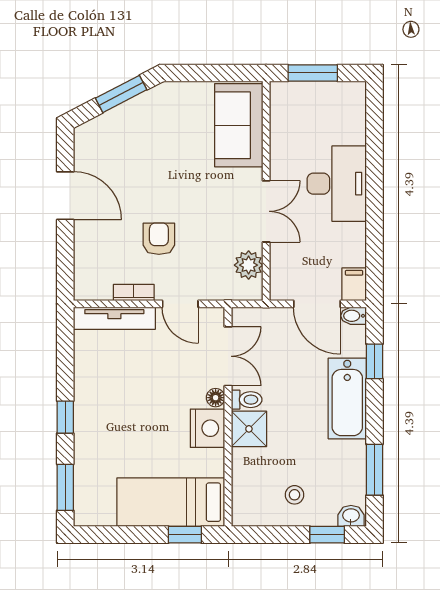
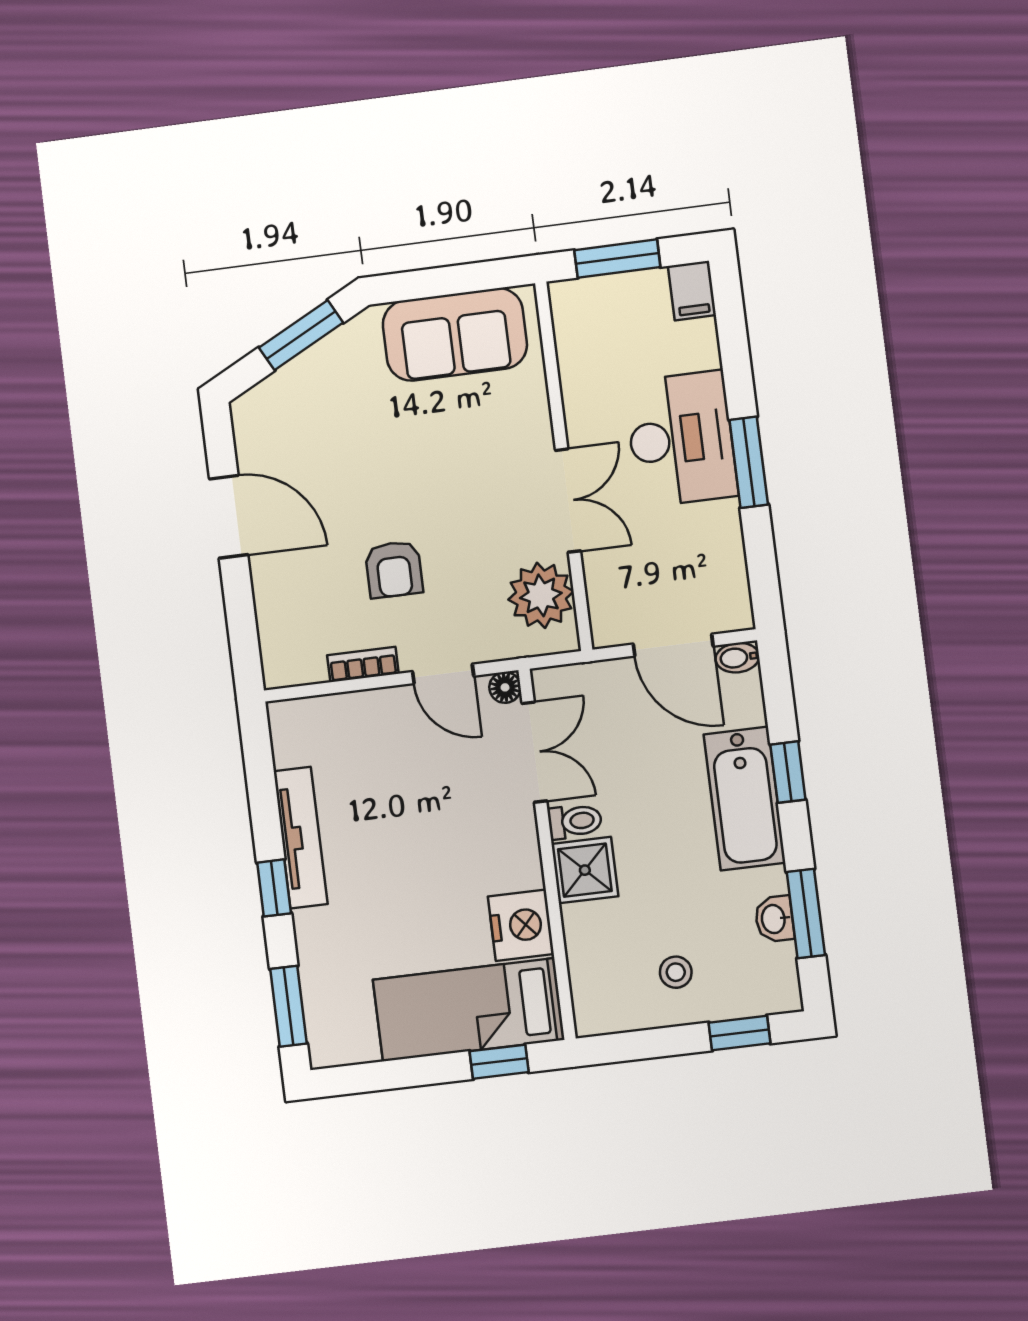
sofa: (239, 125) -> (455, 334), moved, turned -90
window: (374, 202) -> (749, 462), added
armchair: (159, 239) -> (394, 569), turned 180
plant: (249, 265) -> (541, 595), width x1.36, depth x1.36
filing cabinet: (354, 284) -> (692, 291), moved, turned 180
tv unit: (114, 318) -> (301, 838), moved, turned -90
window: (374, 361) -> (788, 772), moved
floor lamp: (216, 398) -> (505, 687), moved
nightstand: (208, 428) -> (521, 925), moved
washbasin: (351, 516) -> (774, 919), moved, turned -90

